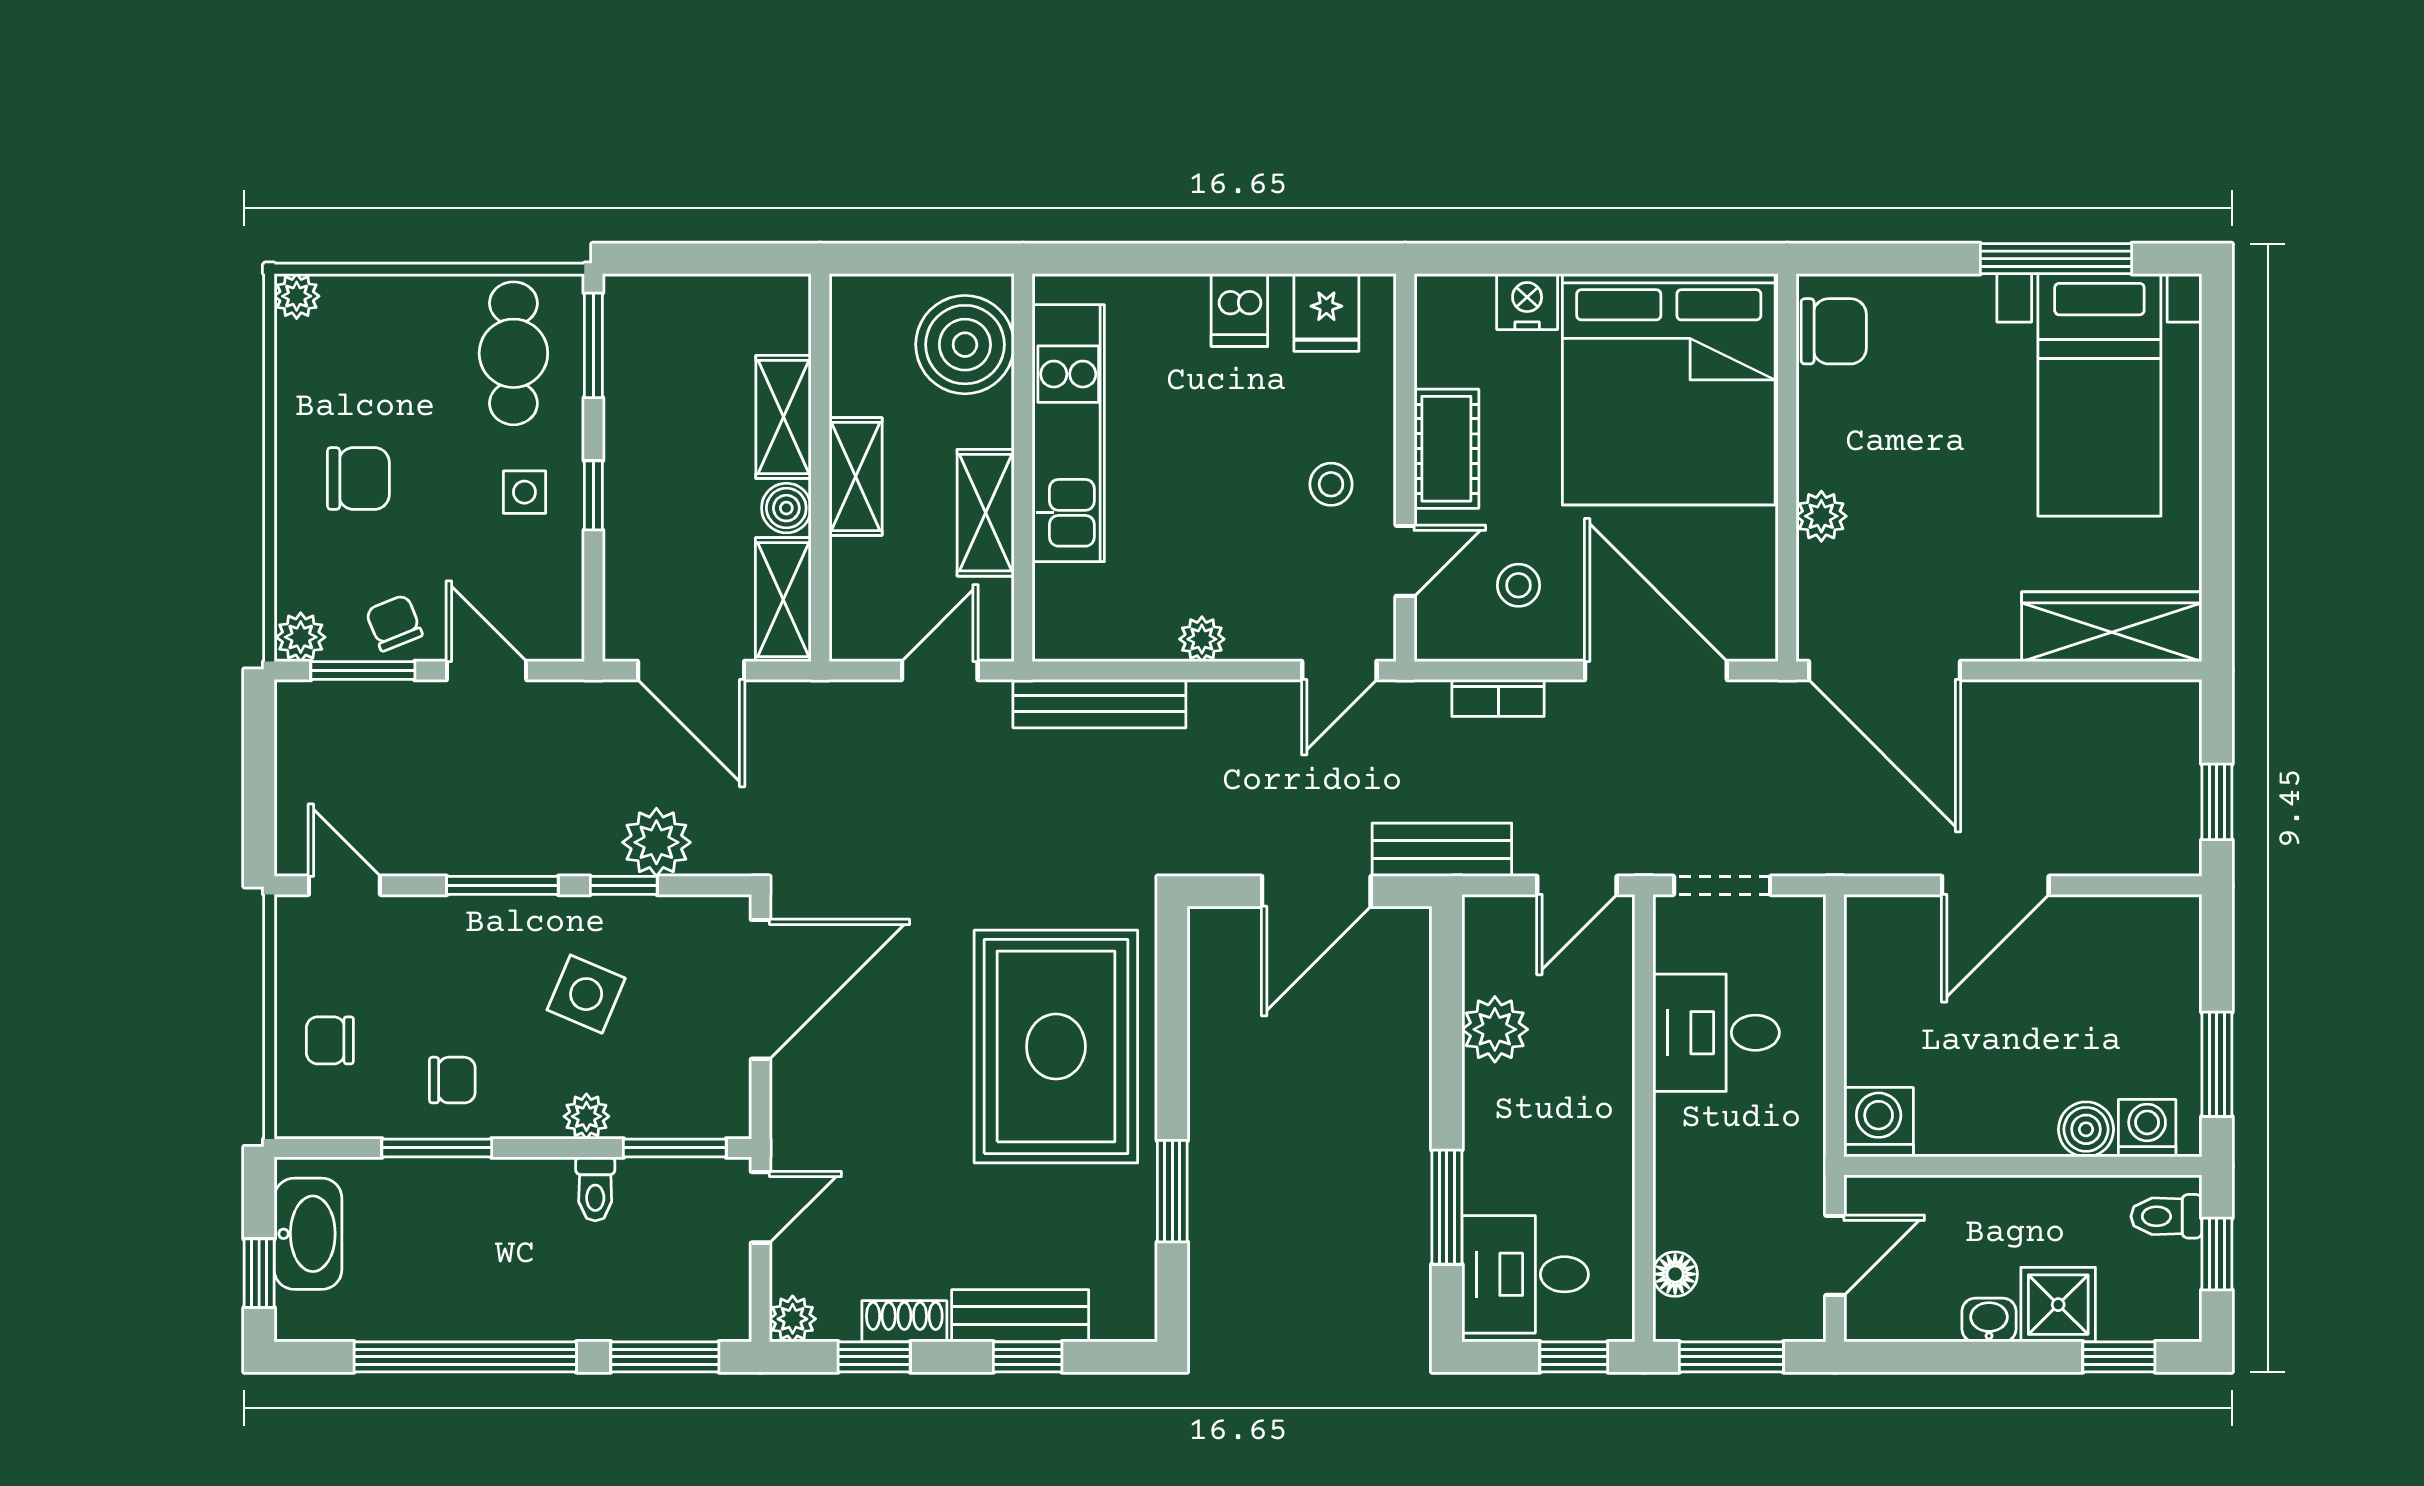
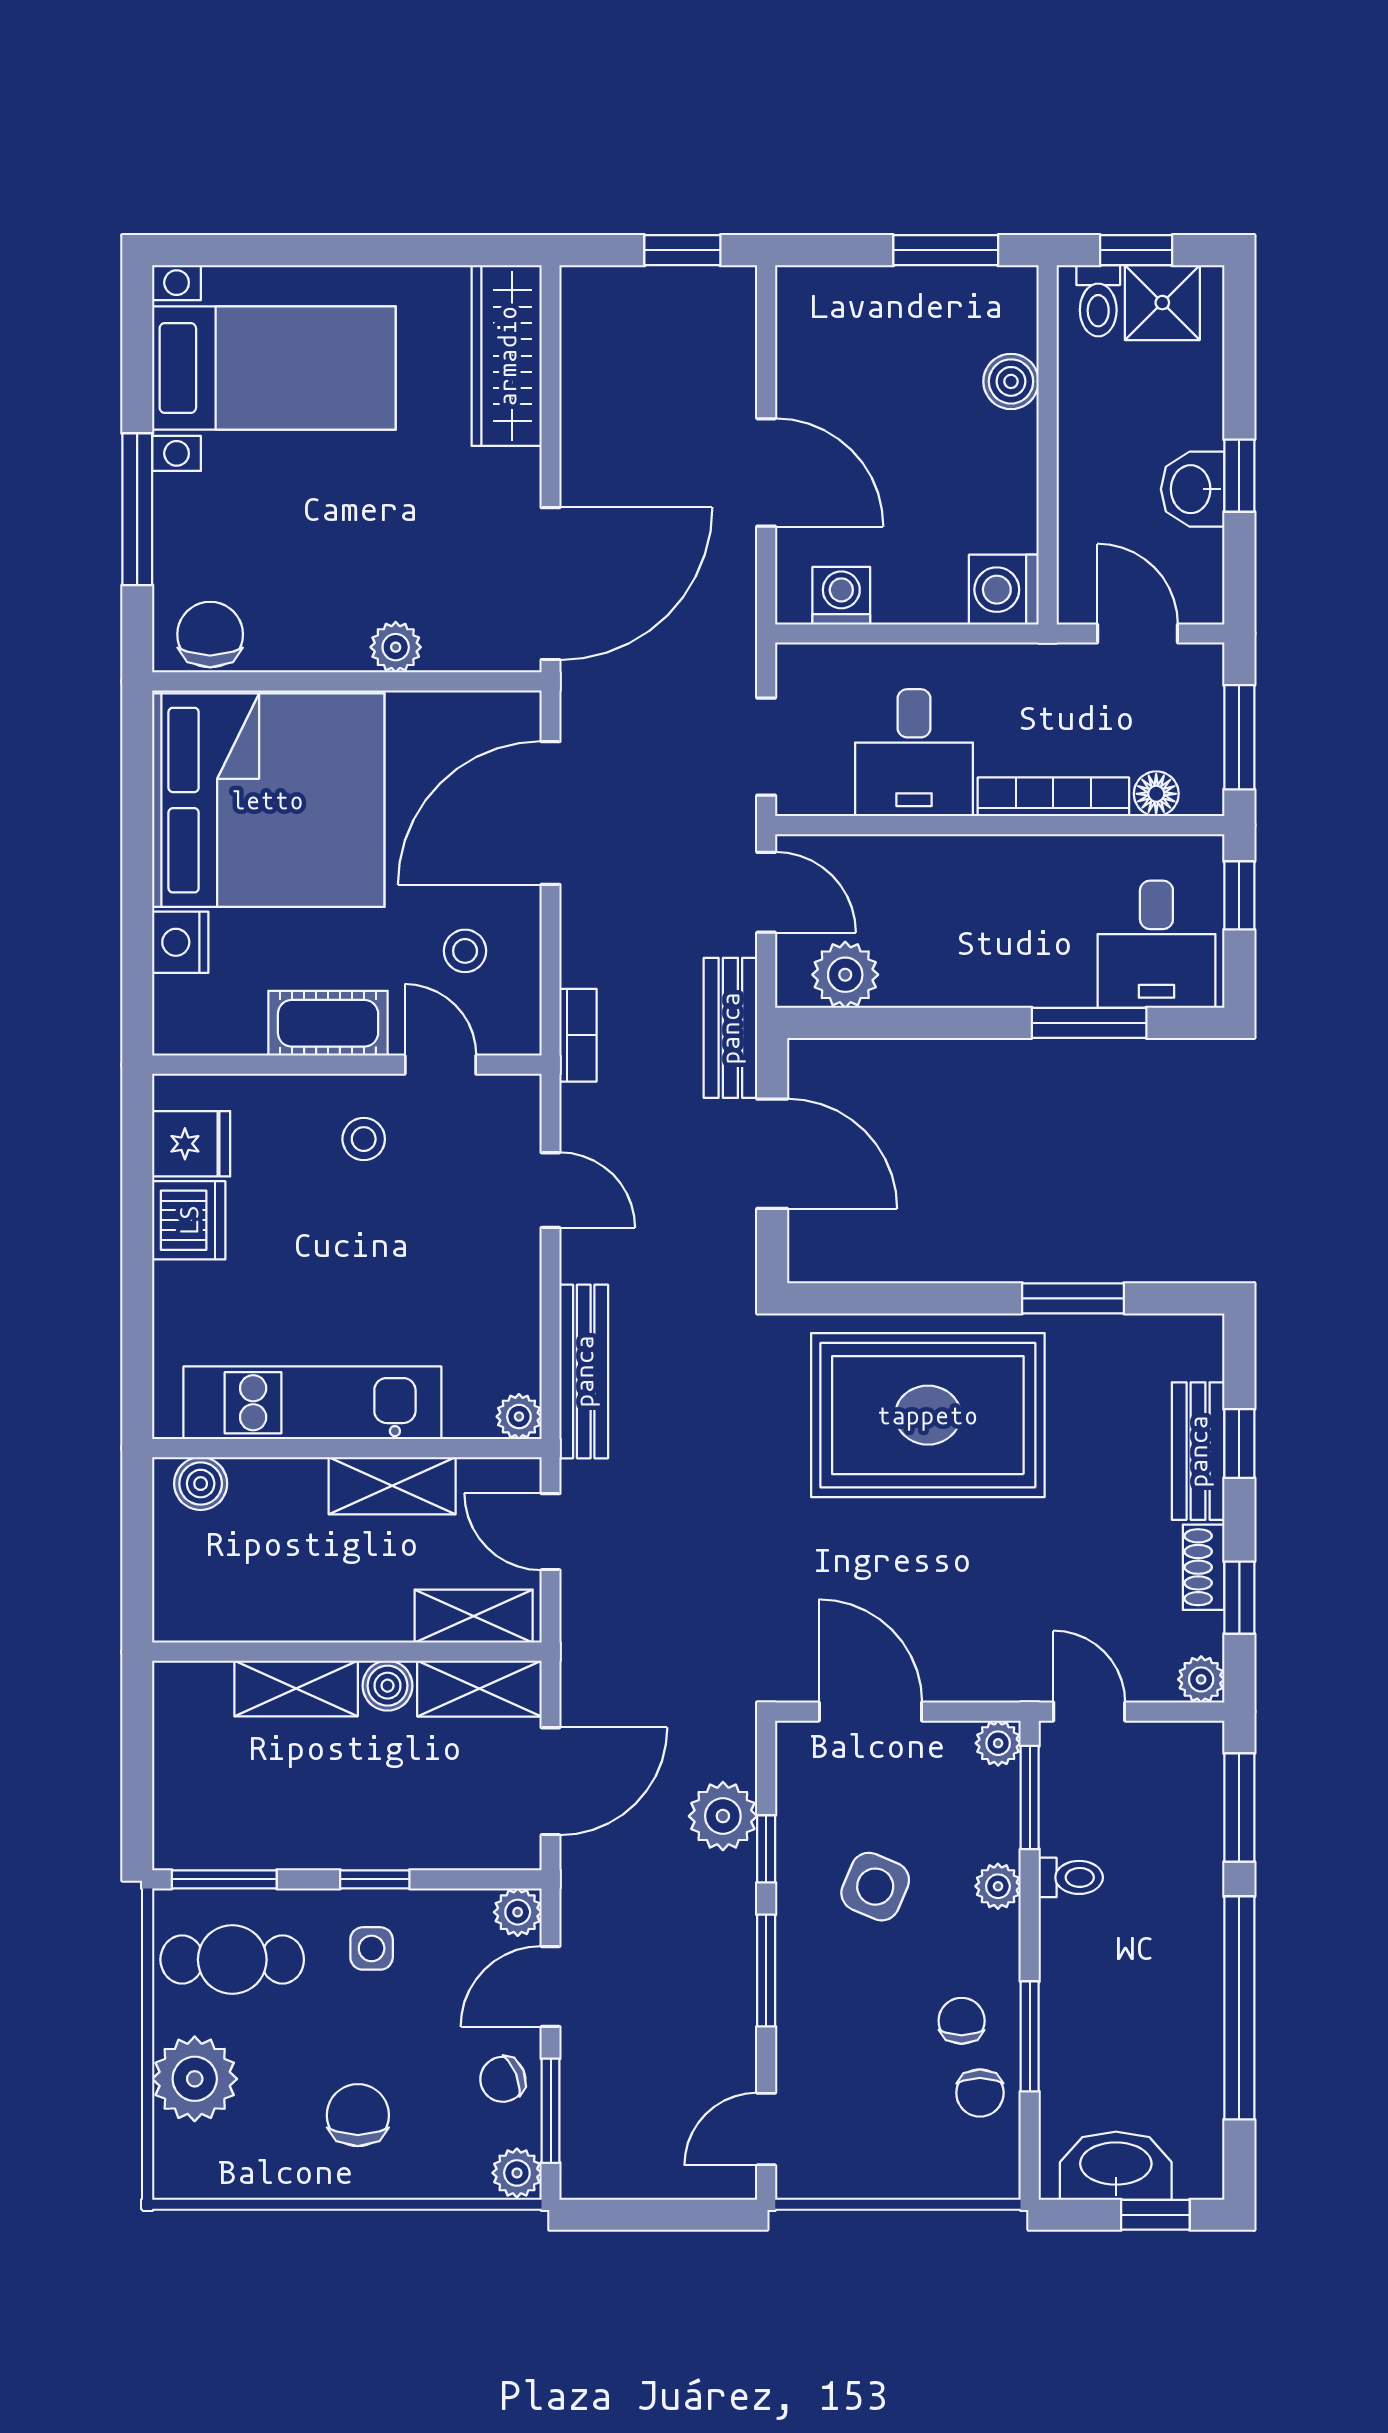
window: (2056, 259) -> (137, 509), moved
plant: (297, 296) -> (195, 2079), moved, width x1.87, depth x1.87
dishwasher: (1239, 310) -> (189, 1220), width x1.38
boiler: (965, 345) -> (201, 1484), width x0.54, depth x0.54
shelving: (856, 476) -> (474, 1616), moved
plant: (561, 638) -> (518, 1912), added
plant: (1202, 639) -> (519, 1417), moved
door: (1339, 670) -> (551, 1190), moved
bookcase: (1498, 698) -> (578, 1035), moved
door: (760, 989) -> (870, 1712), width x0.73
plant: (1495, 1029) -> (845, 975), moved
chair: (330, 1040) -> (980, 2093), moved
plant: (729, 1117) -> (998, 1743), added
washing machine: (2147, 1128) -> (841, 596), moved, turned 90
bookcase: (1672, 1172) -> (1053, 797), added
shower: (2058, 1305) -> (1162, 303), moved
washbasin: (1989, 1320) -> (1193, 489), width x1.38, depth x1.45
window: (2119, 1357) -> (1239, 476), moved

